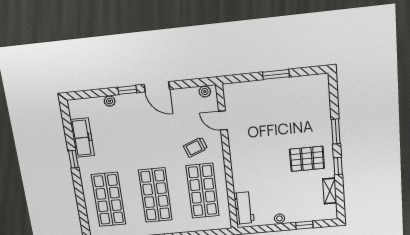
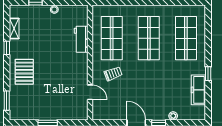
plant: (205, 92) -> (101, 116), removed
window: (336, 131) -> (7, 101), moved
pallet: (307, 159) -> (24, 72), moved, turned 90
workbench: (244, 208) -> (81, 39), moved

